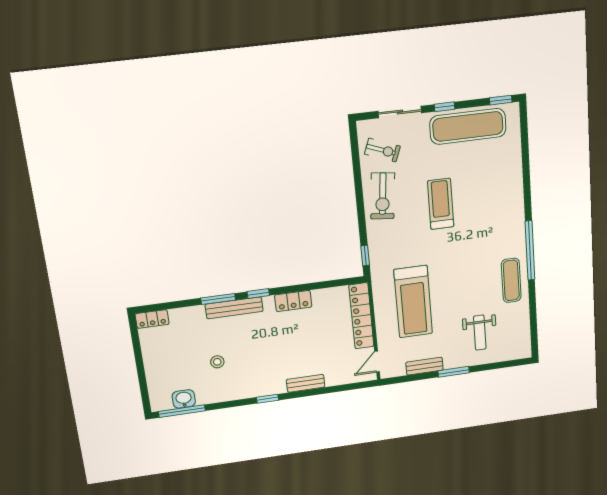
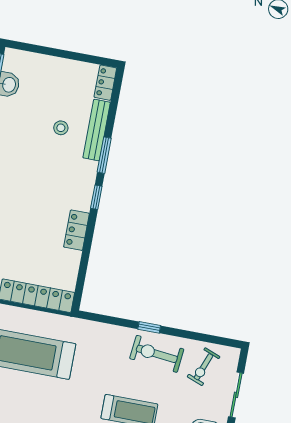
window: (365, 256) -> (149, 327), moved
bench: (234, 308) -> (97, 130), moved
stool: (217, 362) -> (61, 128), moved

